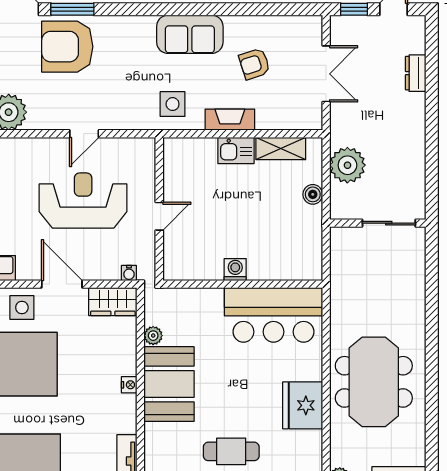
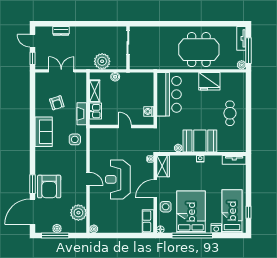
wall: (159, 209) -> (122, 126), moved
door: (159, 216) -> (125, 126), moved

